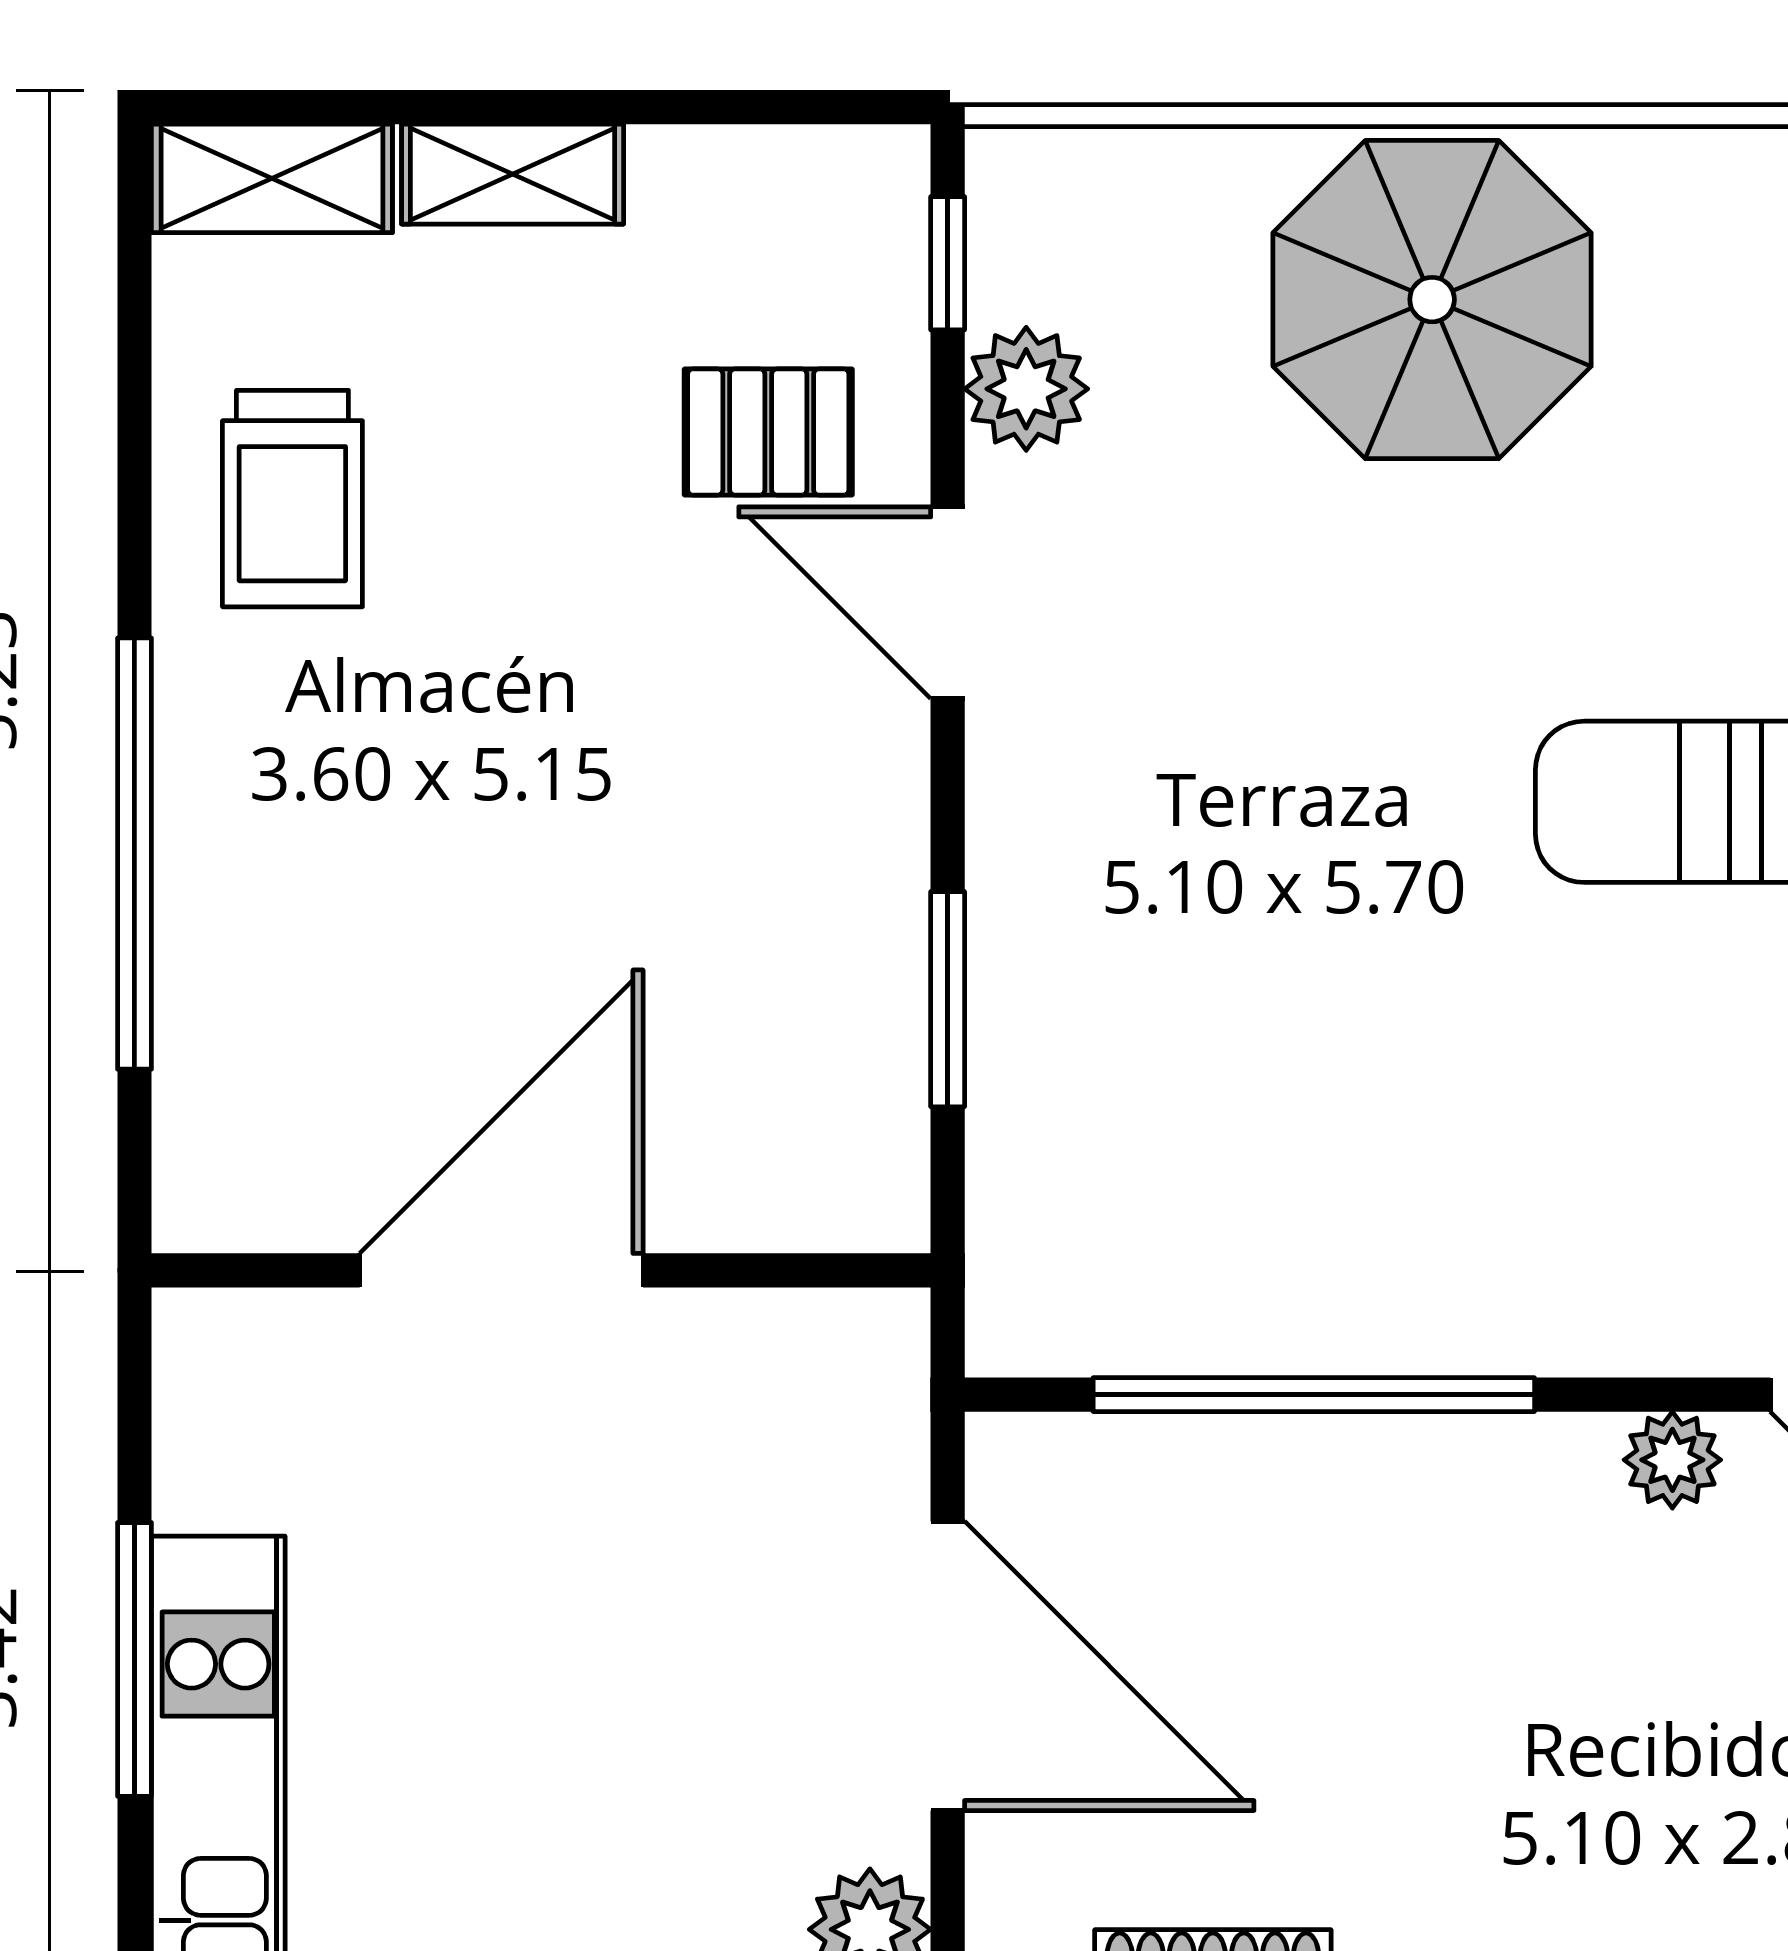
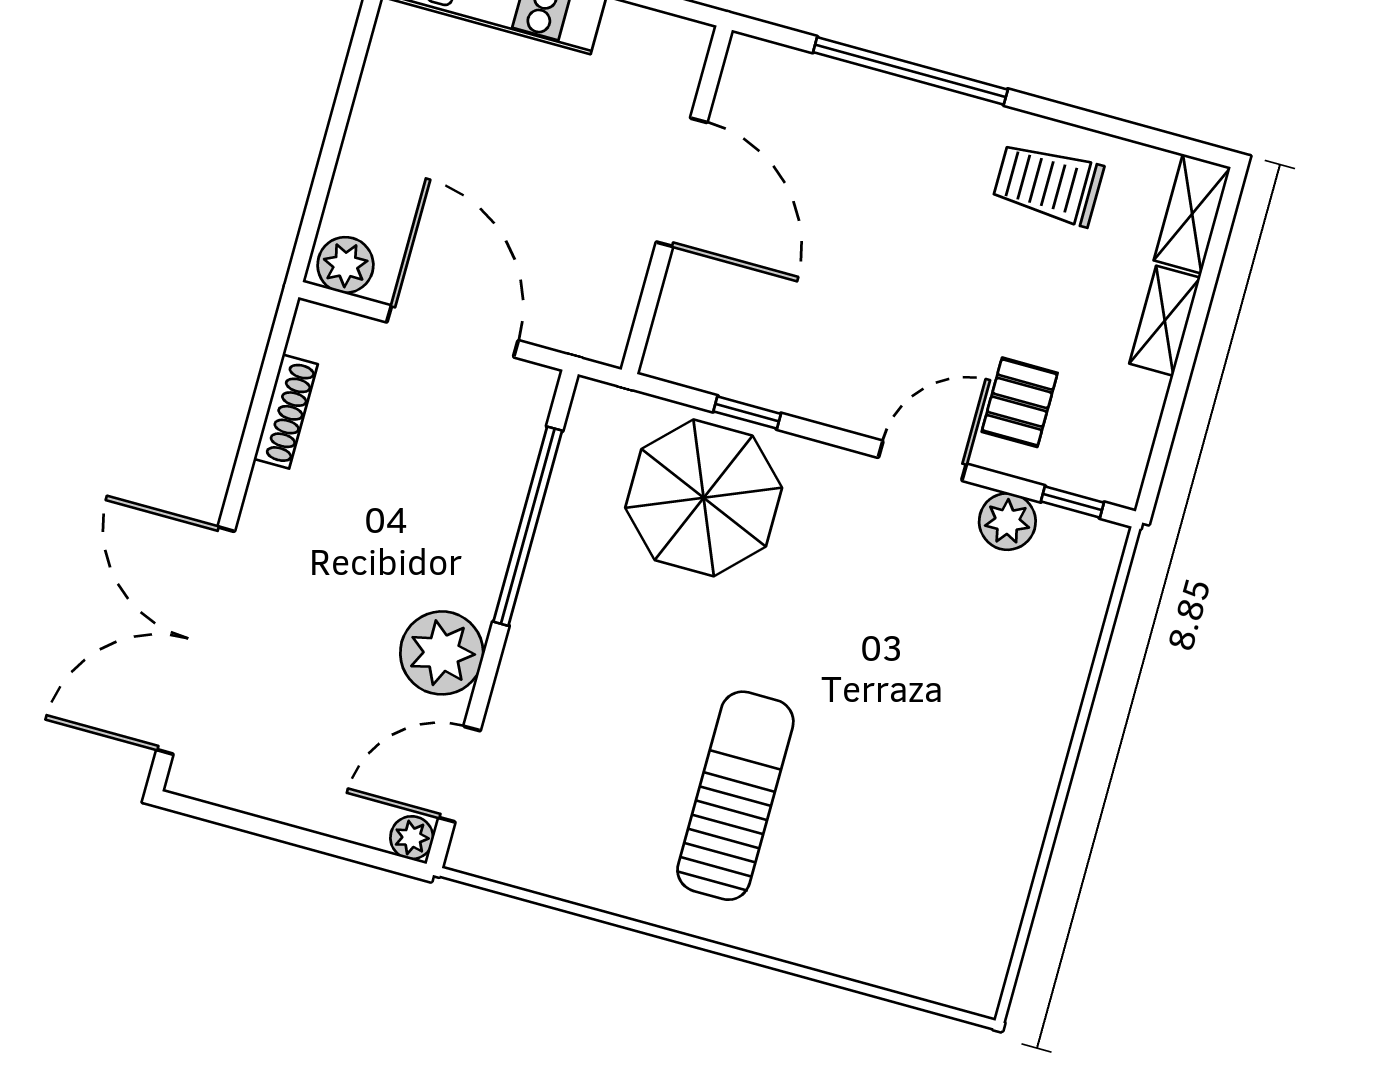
parasol: (1432, 300) -> (704, 498), moved
window: (948, 999) -> (747, 413), width x0.67
plant: (1672, 1460) -> (442, 653), width x1.88, depth x1.88
door: (948, 1666) -> (452, 331), swing flipped

